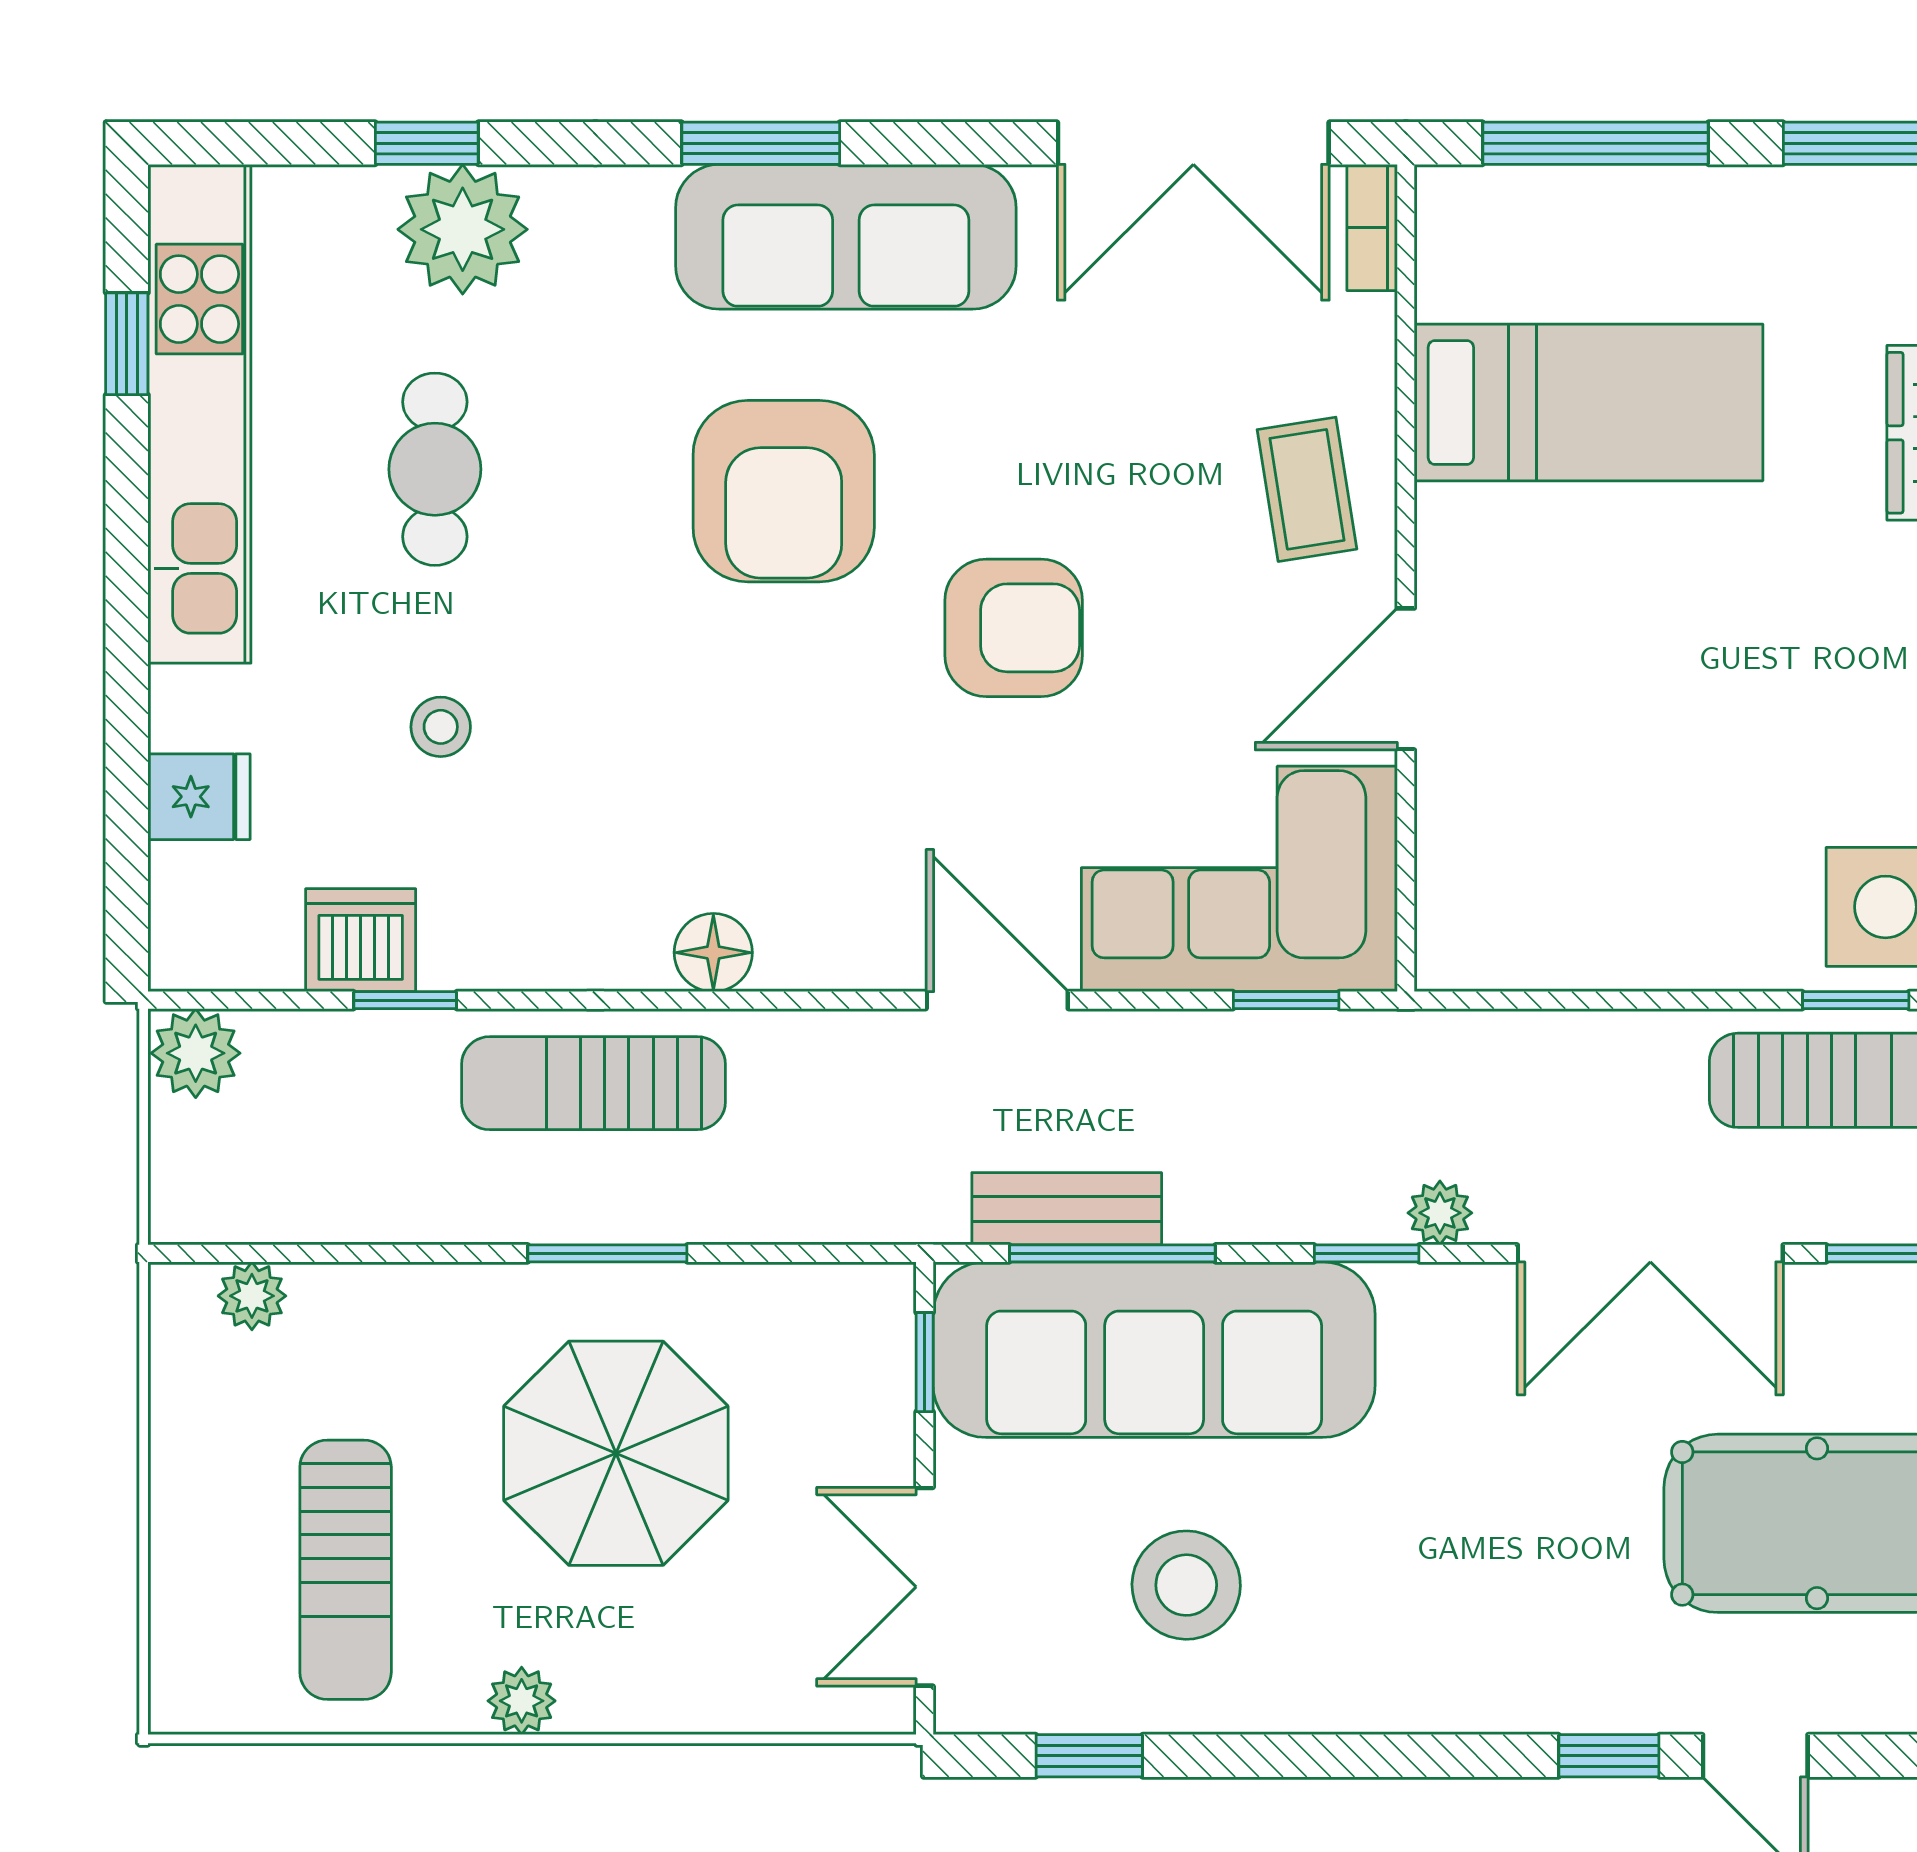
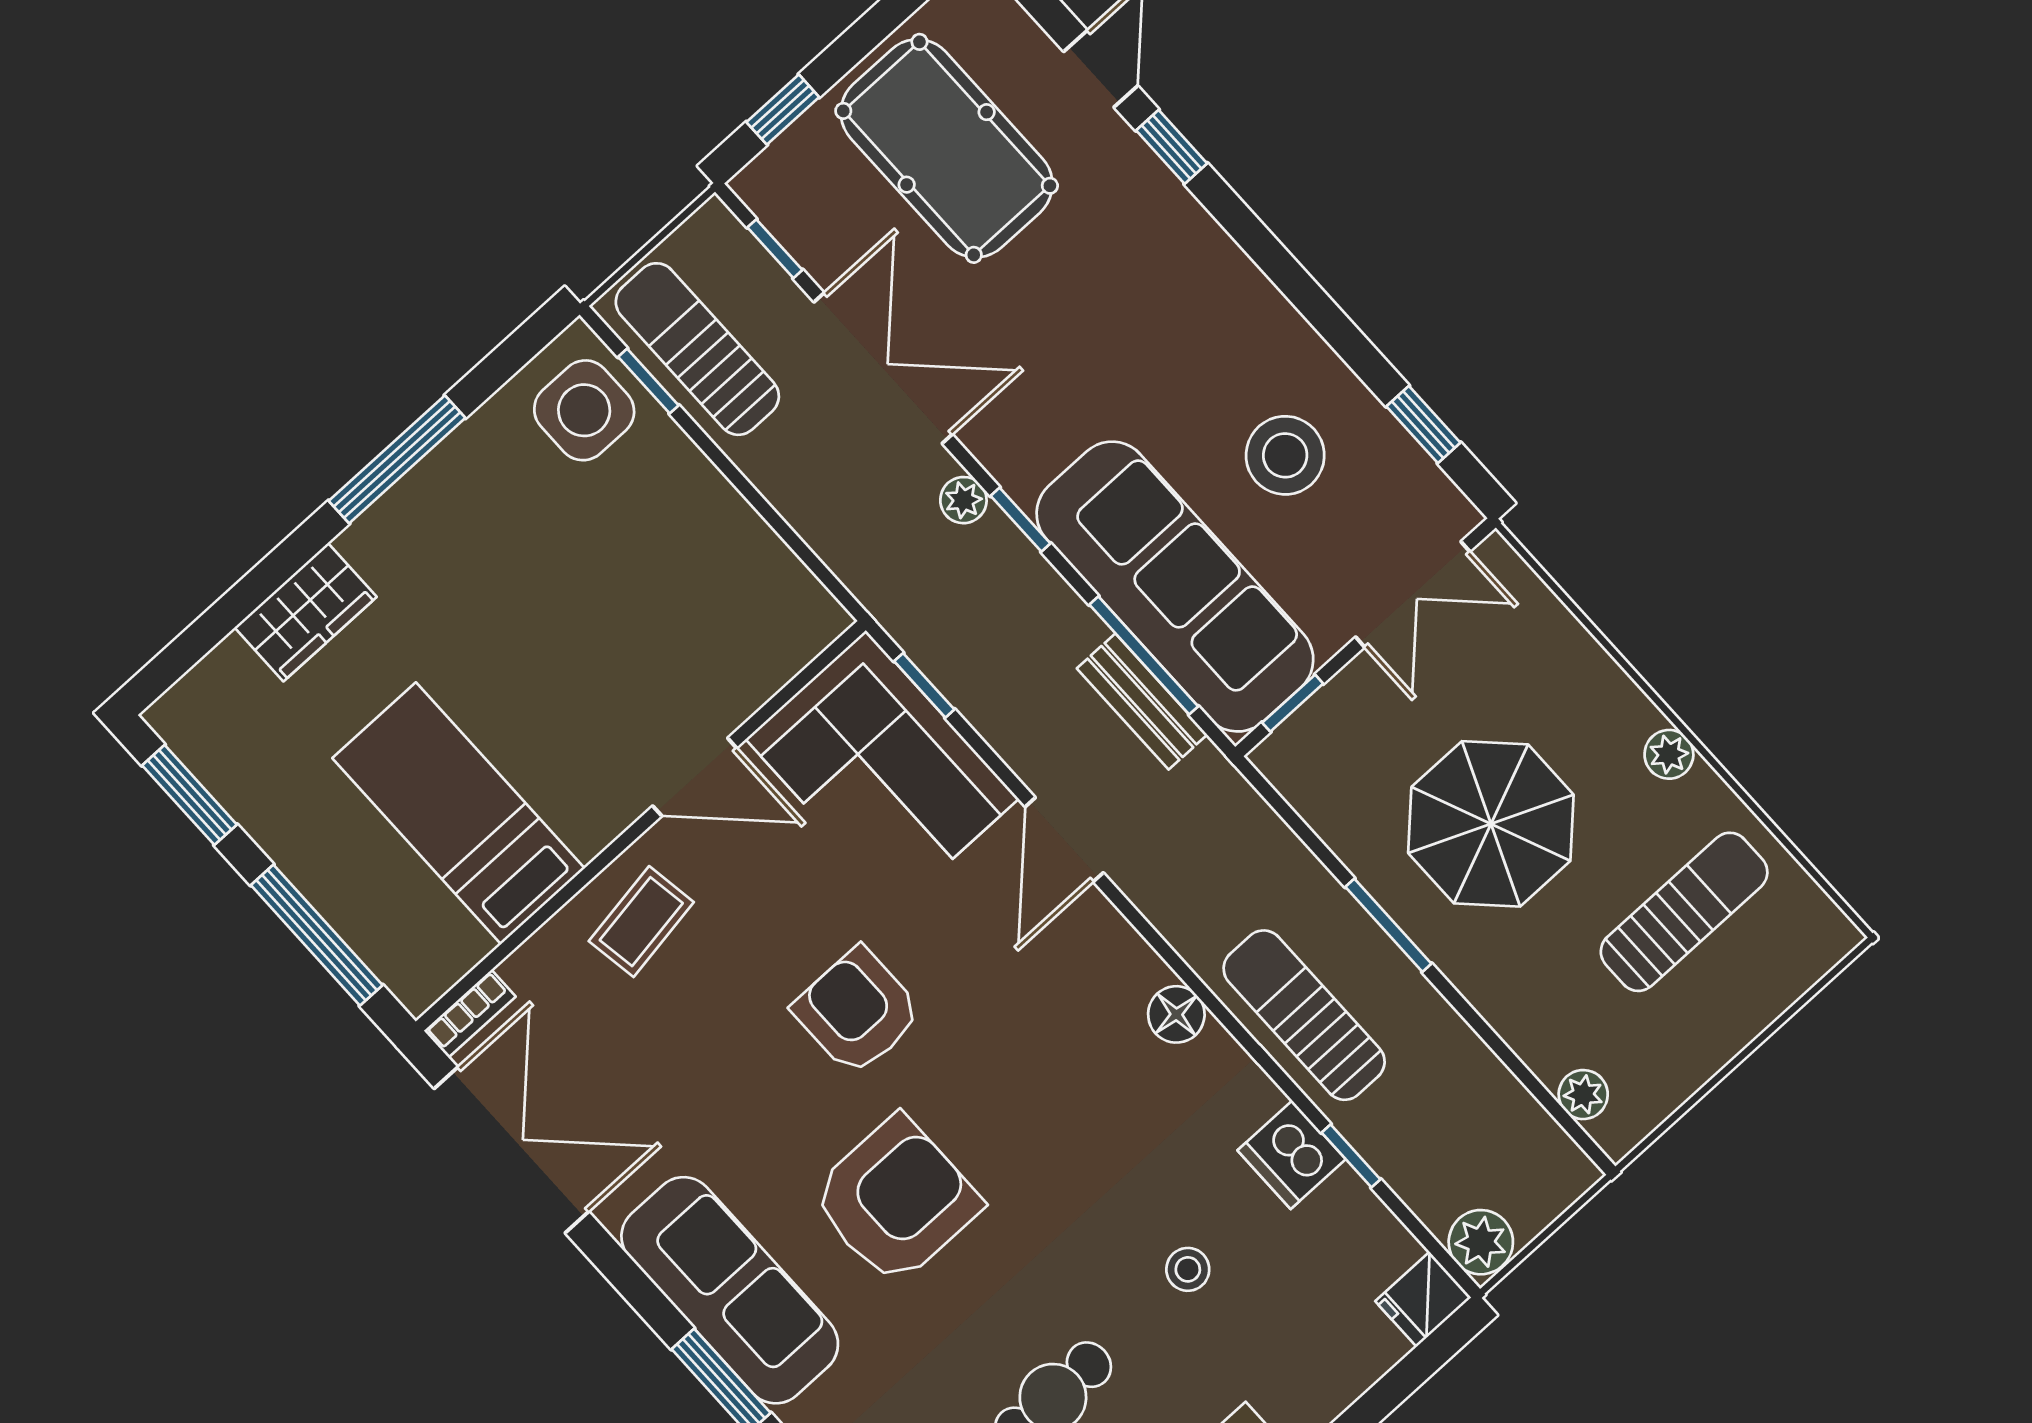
fridge: (199, 797) -> (1423, 1299), moved, turned -90
dishwasher: (361, 940) -> (1292, 1155), moved
sun lounger: (593, 1083) -> (1304, 1015), turned 180

